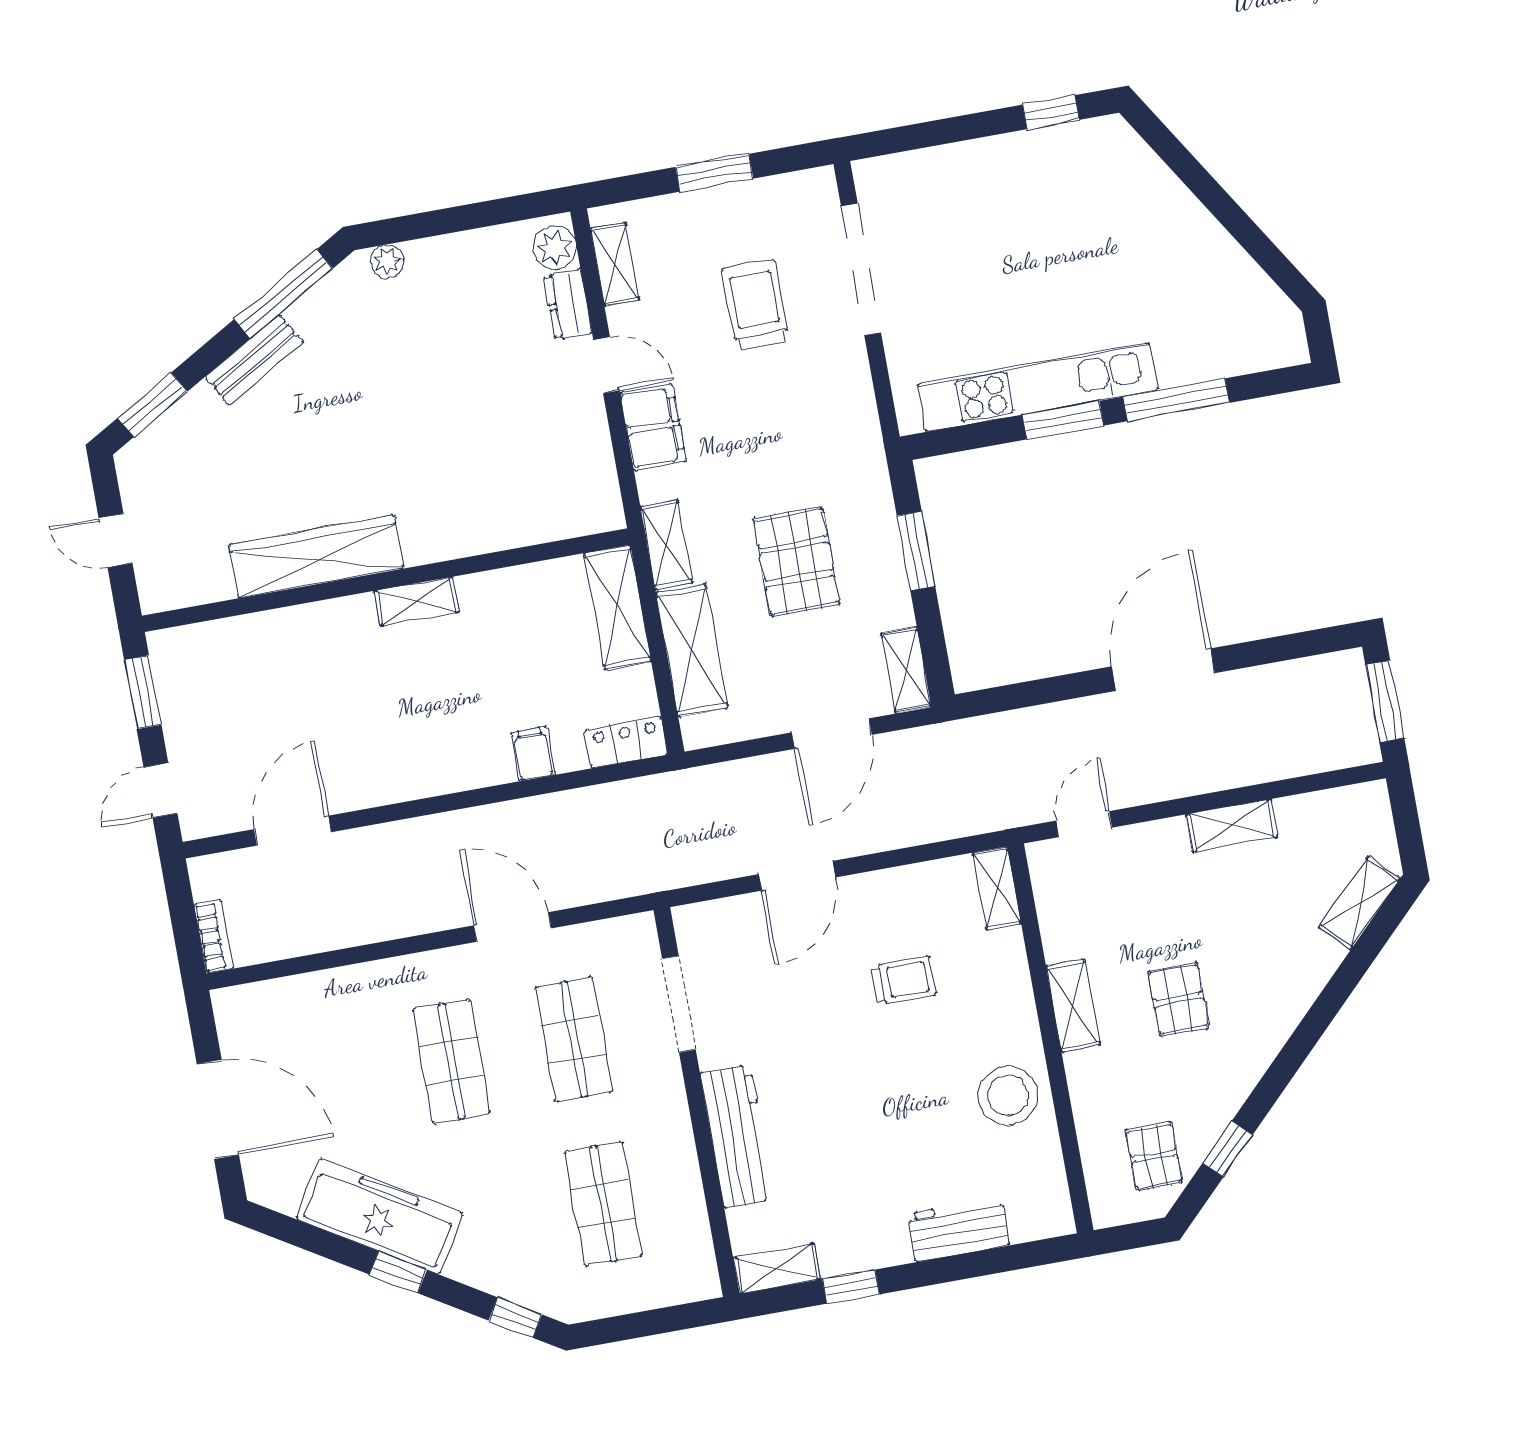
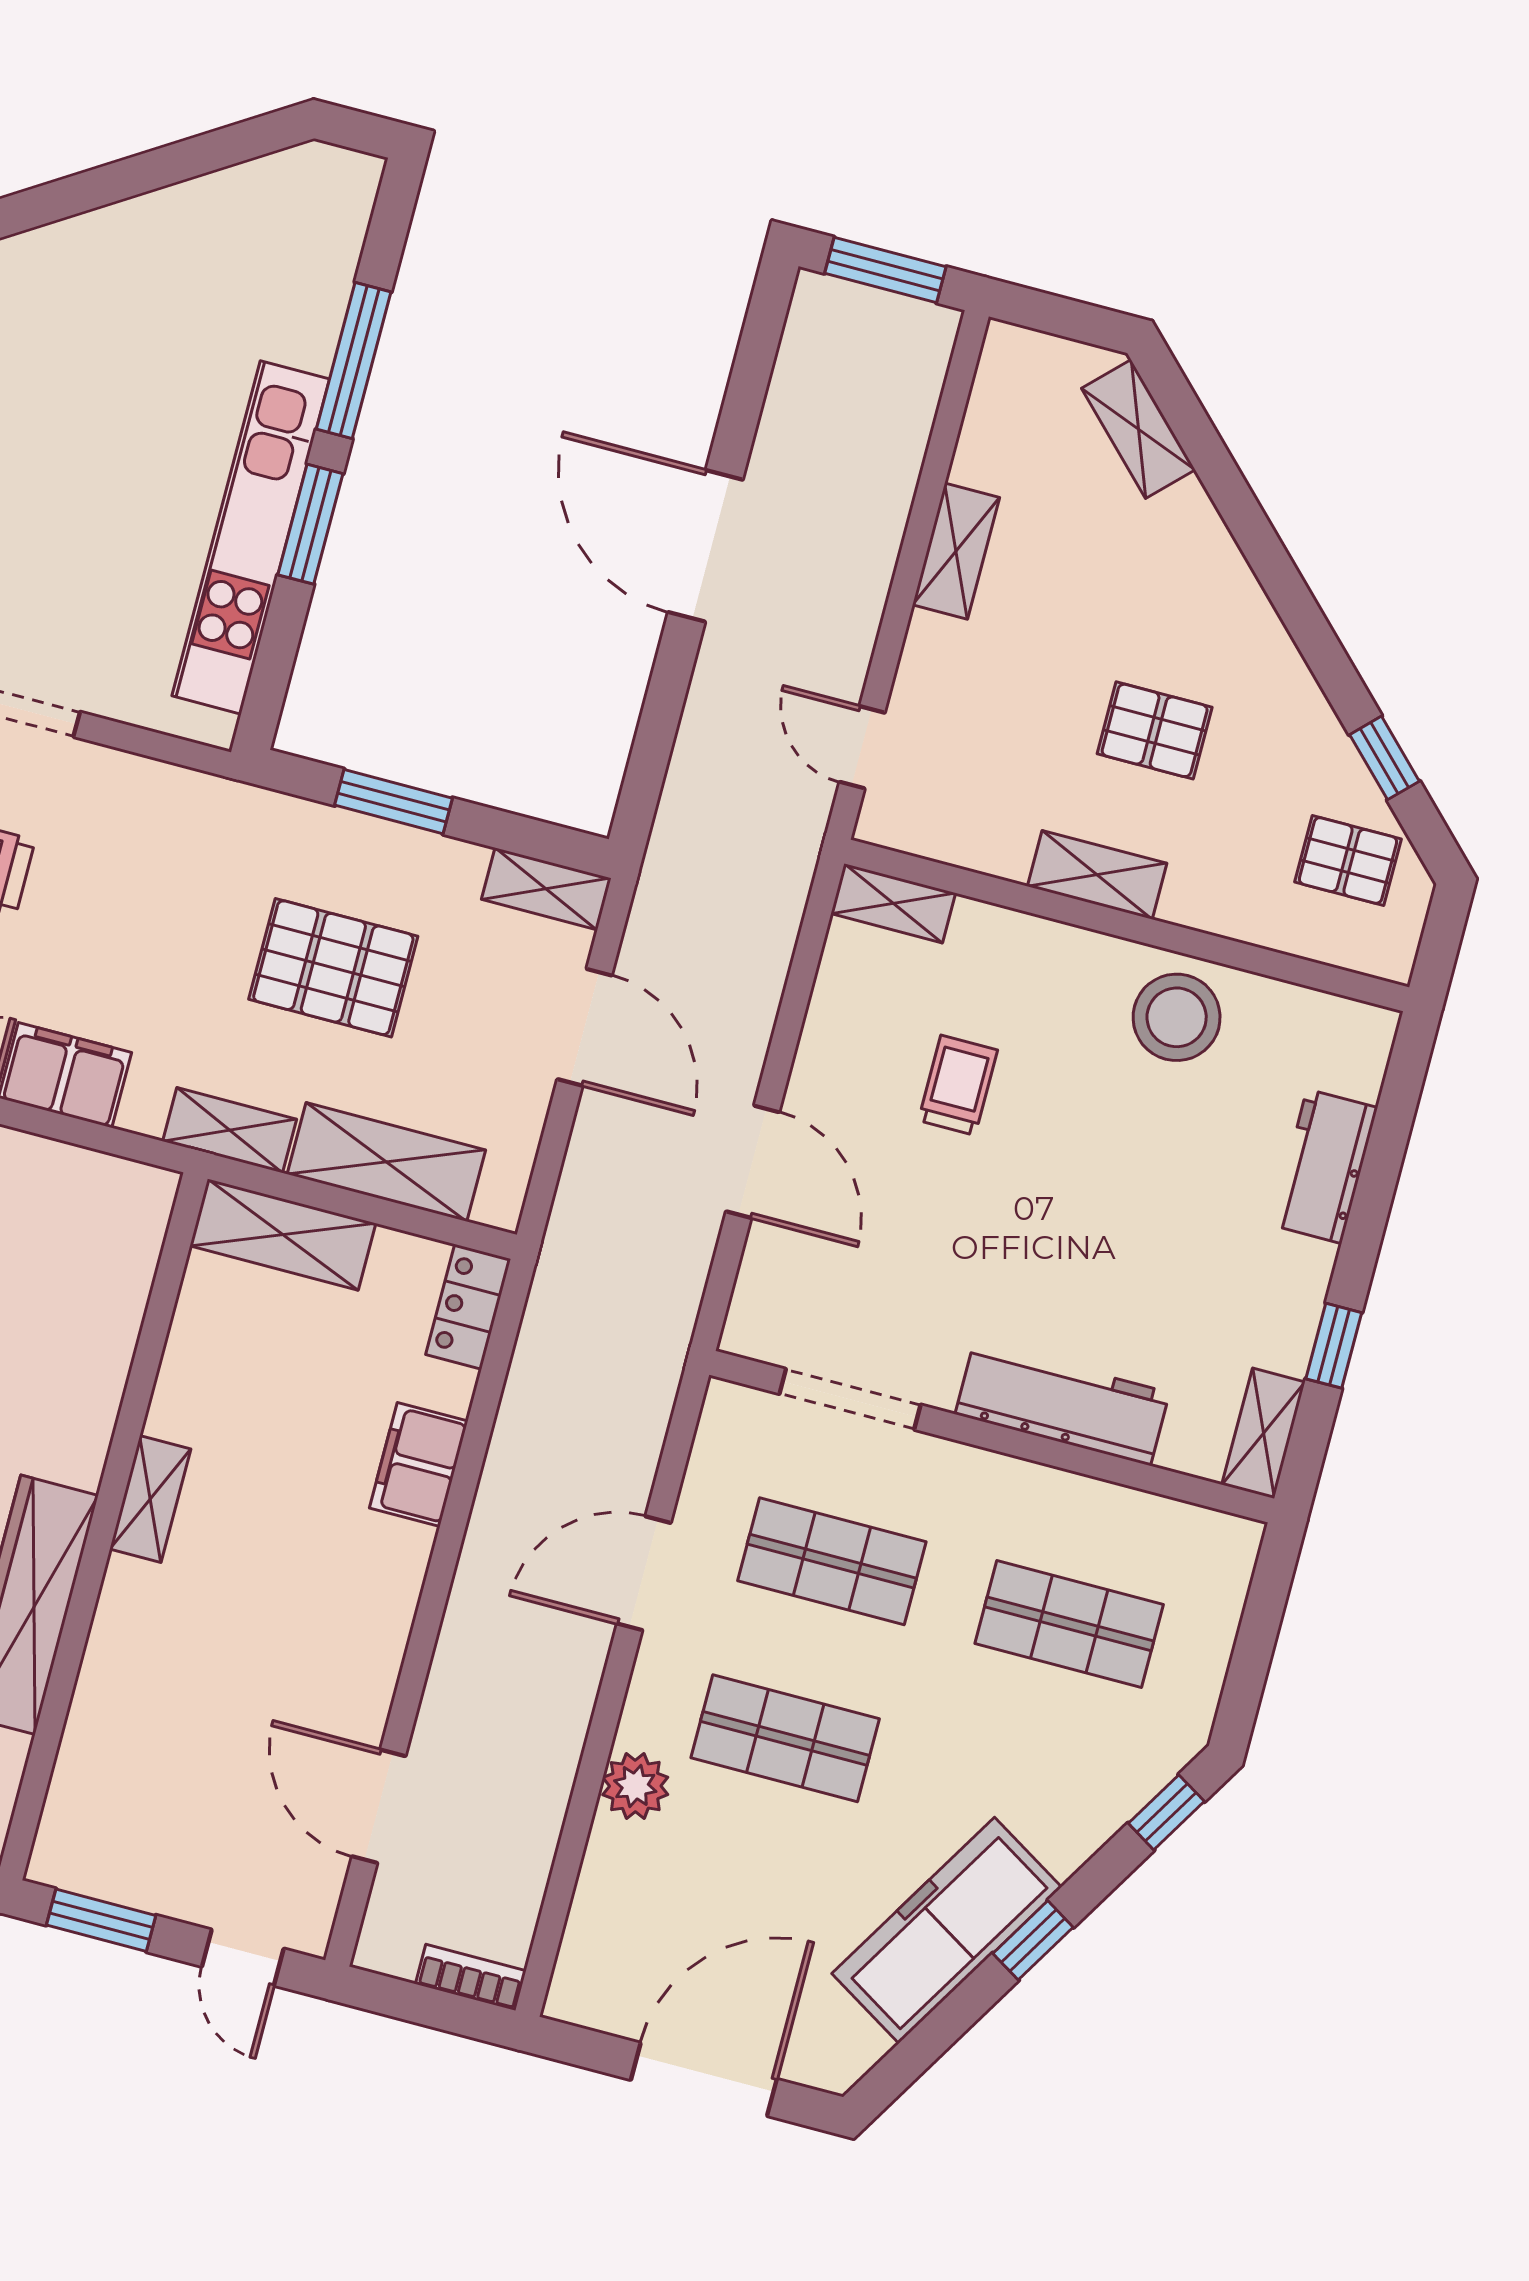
filing cabinet: (533, 754) -> (419, 1465), width x2.00
plant: (379, 983) -> (635, 1786), added

